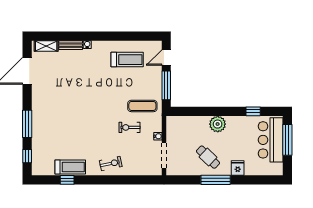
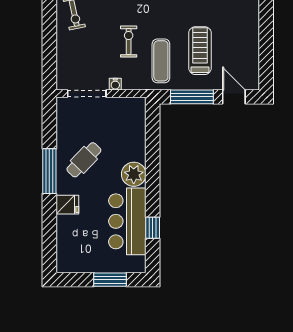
treadmill: (127, 60) -> (200, 51), moved, turned 180
bar counter: (271, 140) -> (127, 221), moved, turned -90
window: (287, 140) -> (110, 280), width x0.69

